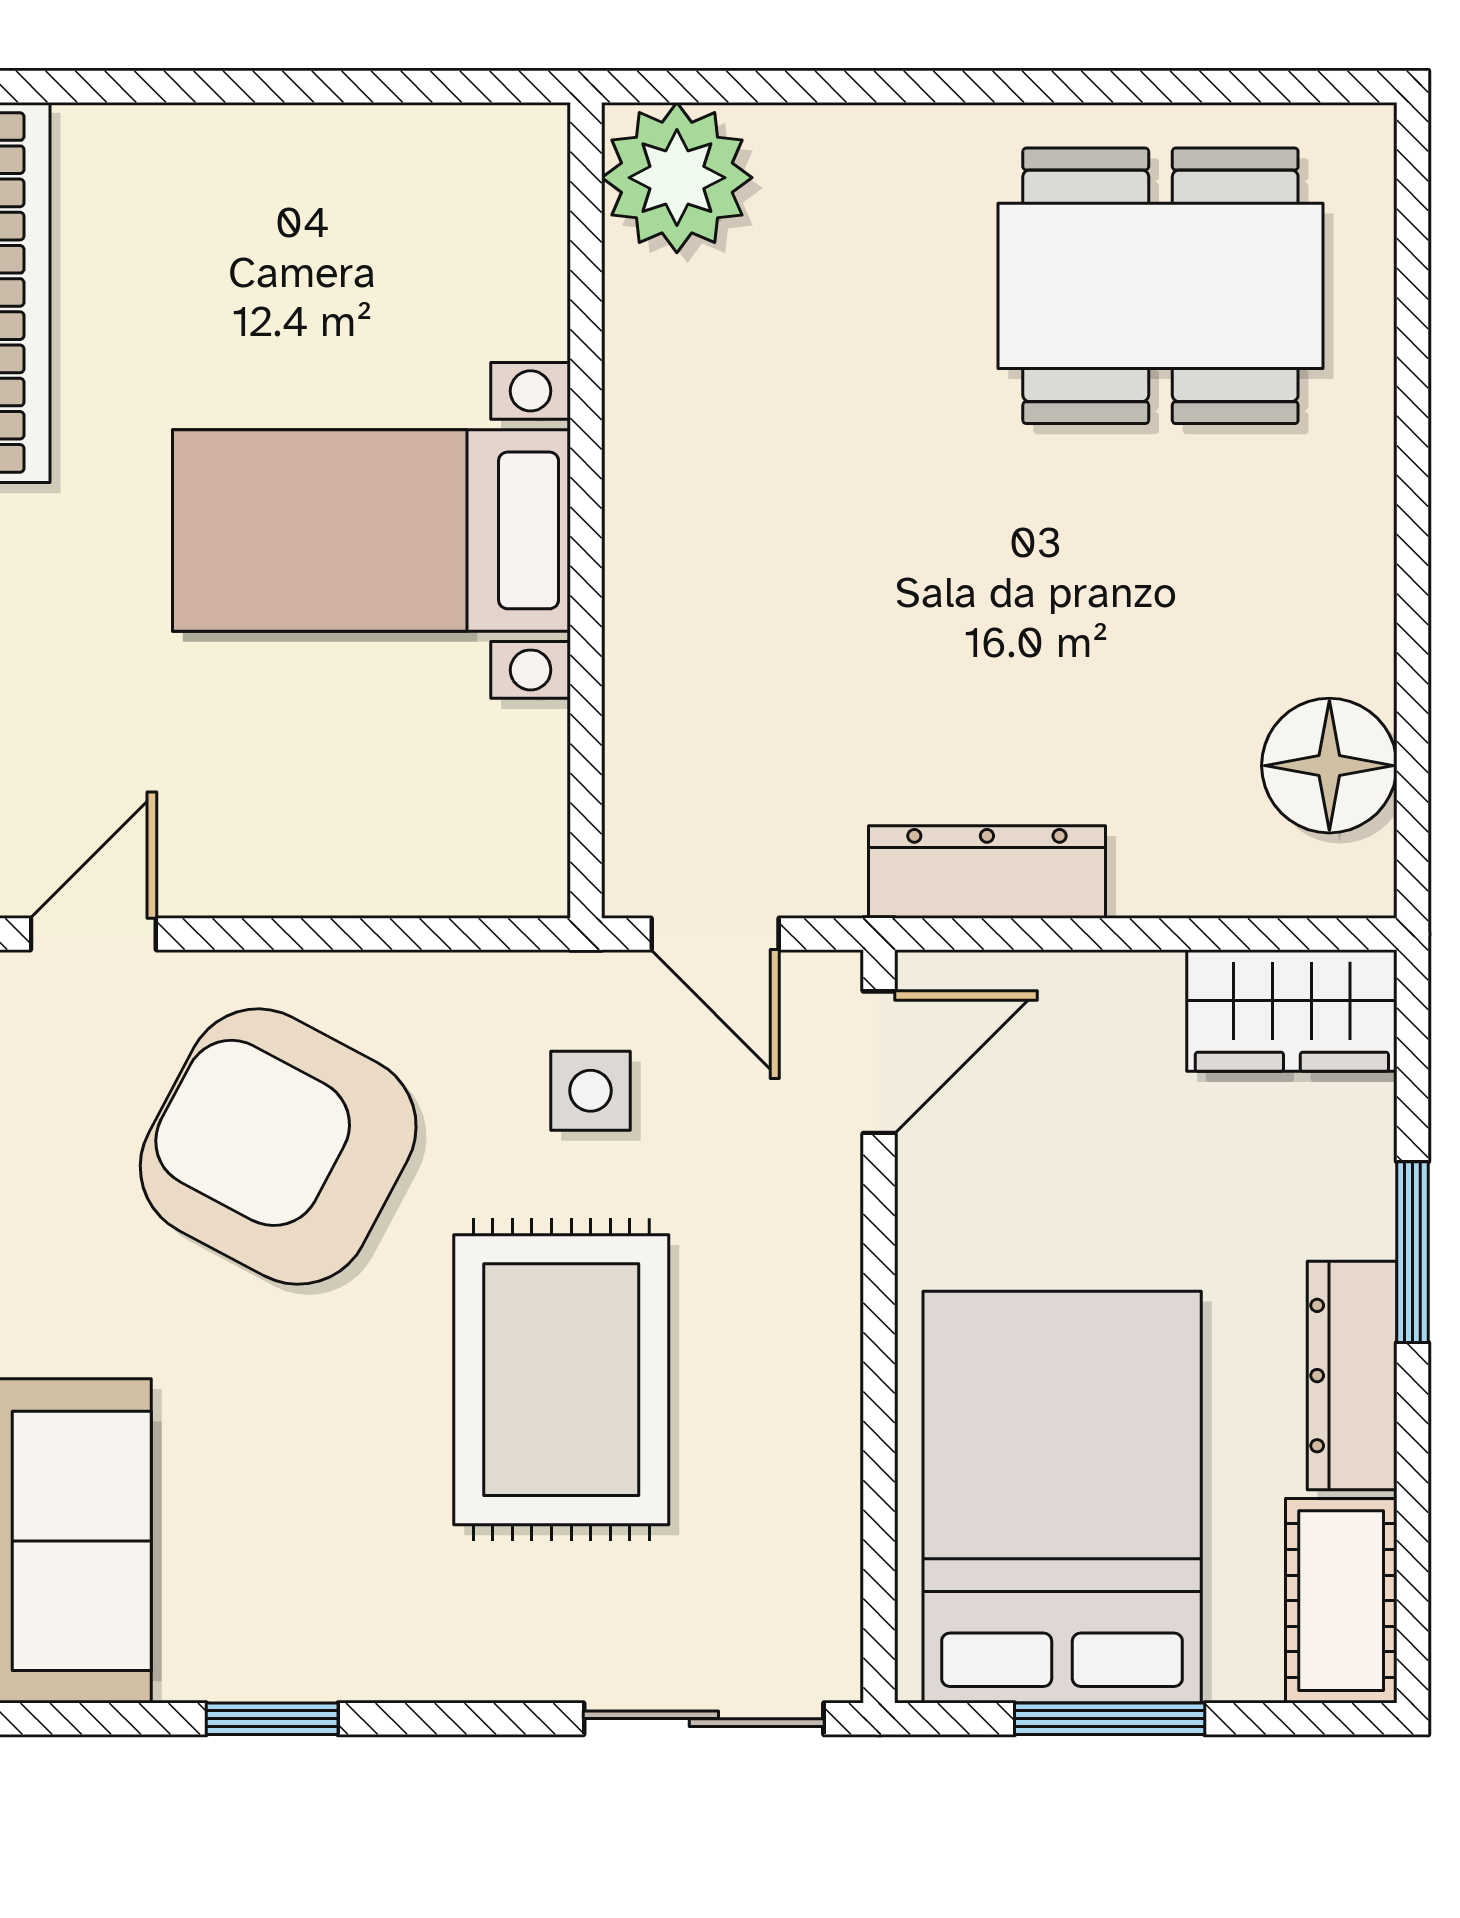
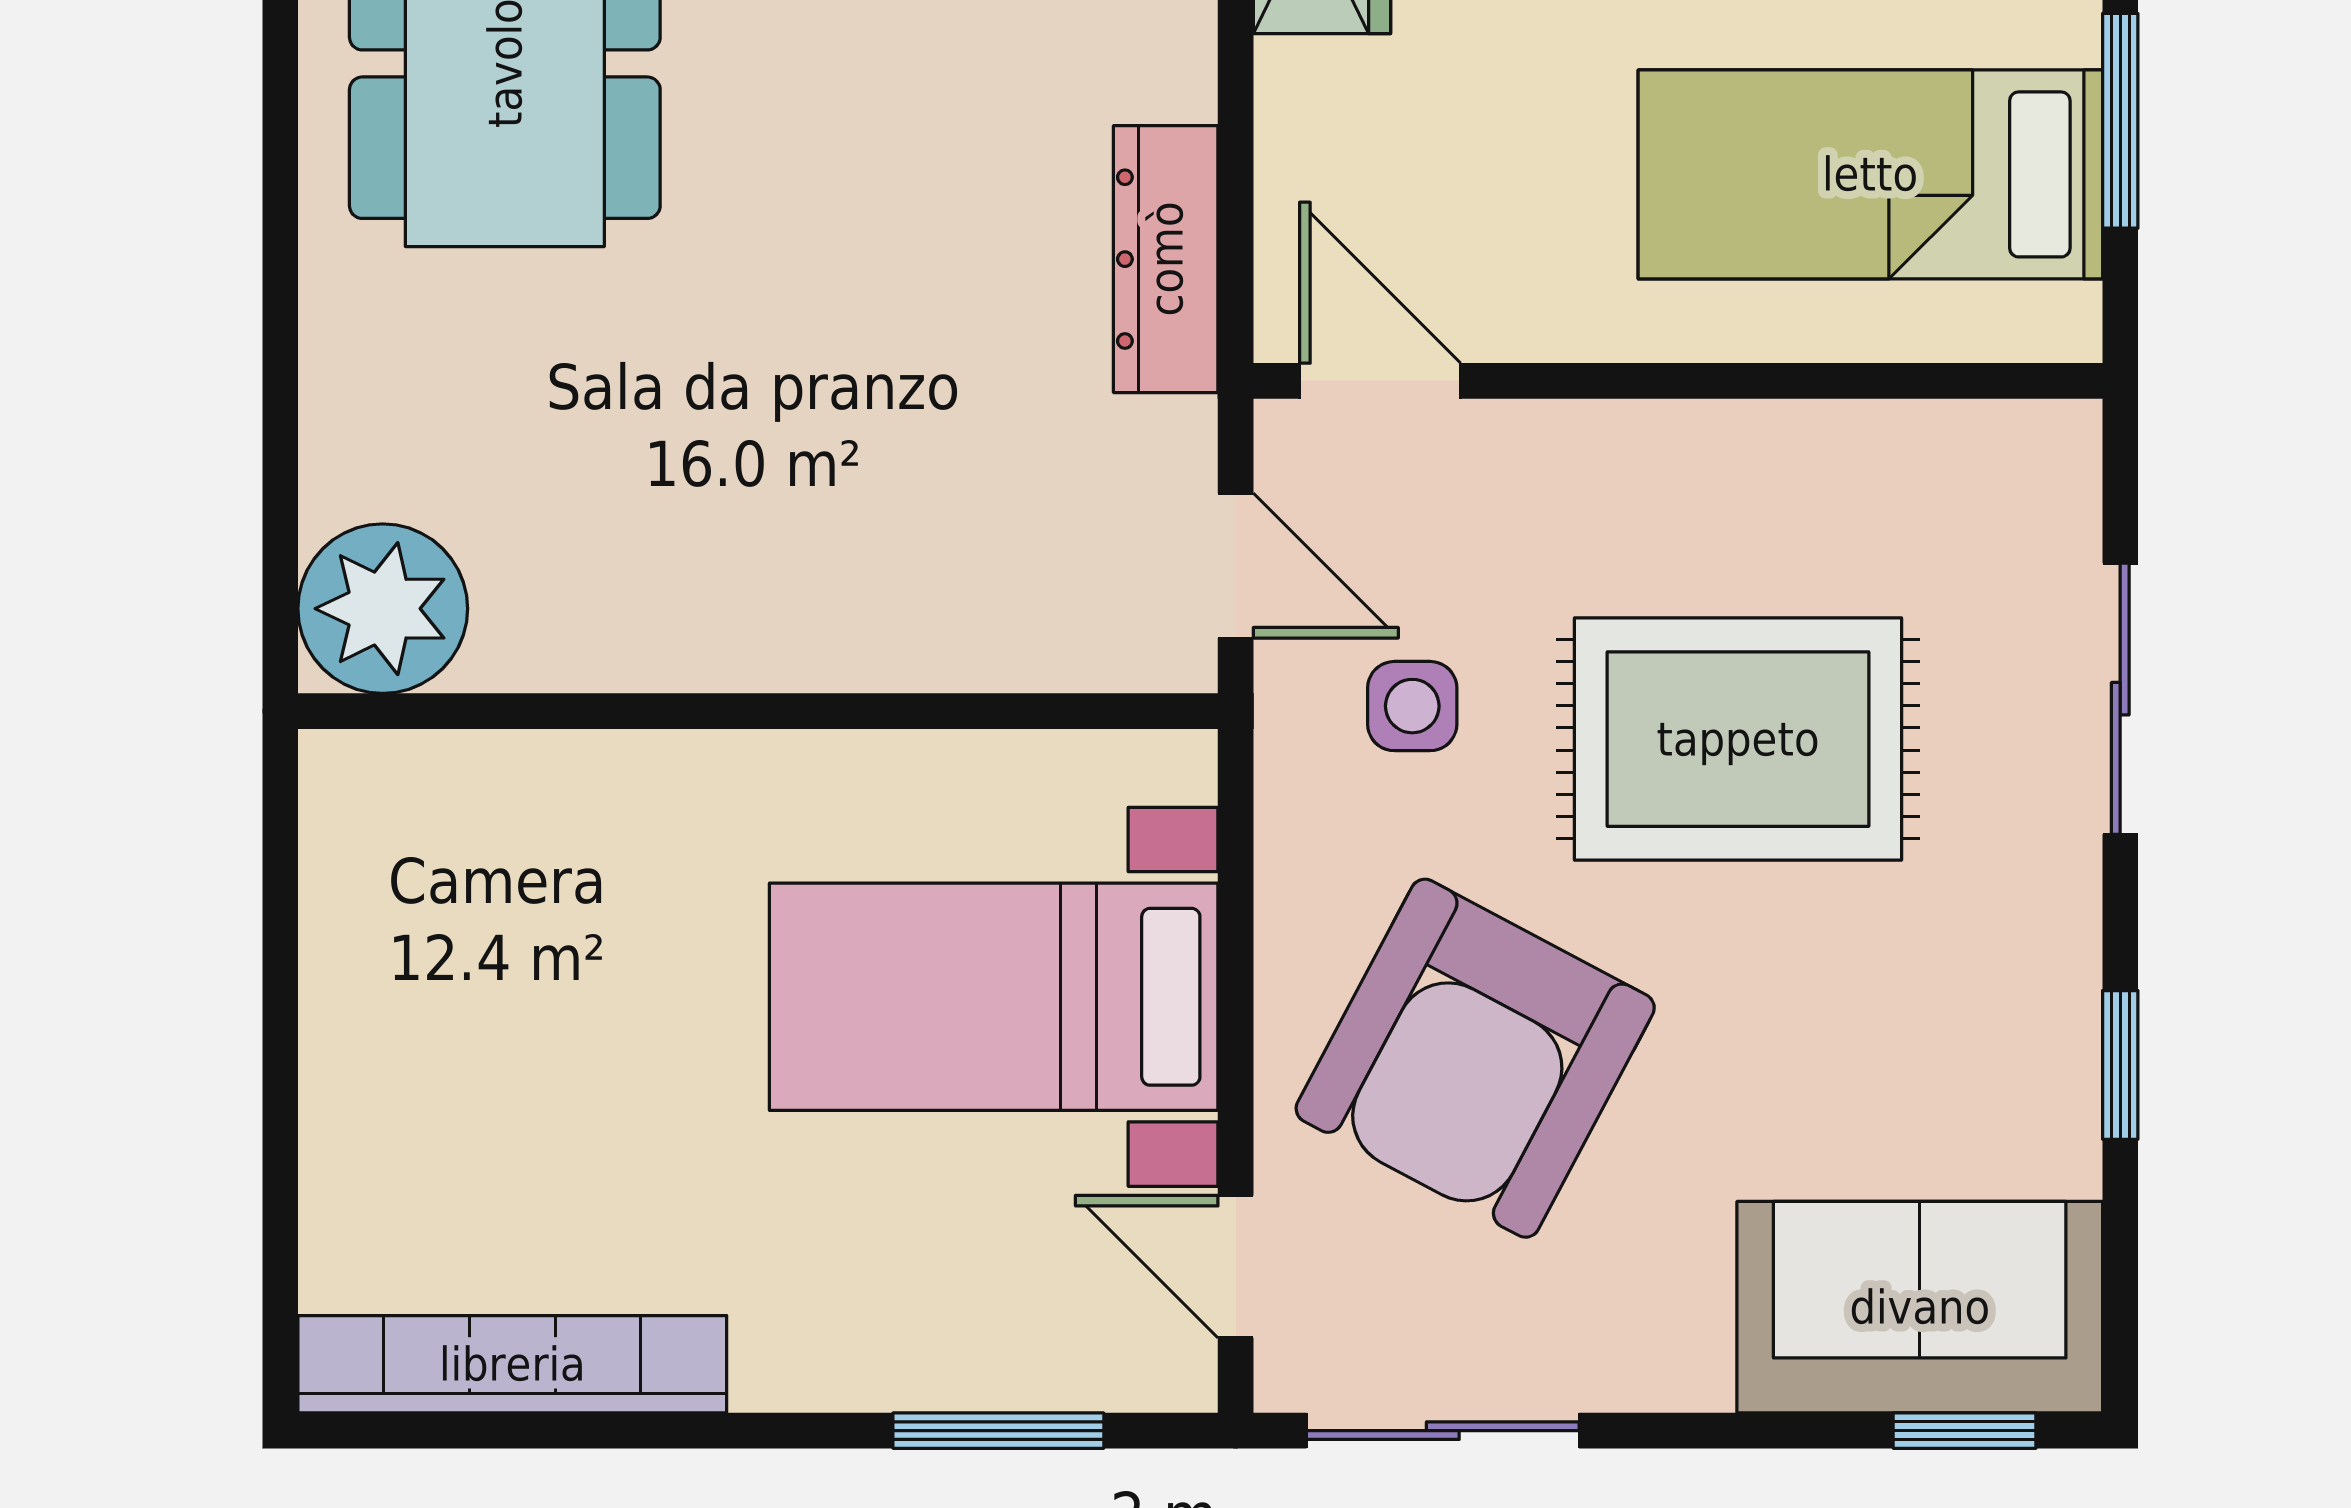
bed with nightstands: (371, 530) -> (994, 997), moved, turned 90
door: (715, 934) -> (1236, 566), hinge flipped
bed: (1062, 1497) -> (1870, 174), width x0.67
sliding door: (704, 1719) -> (2120, 699), moved

